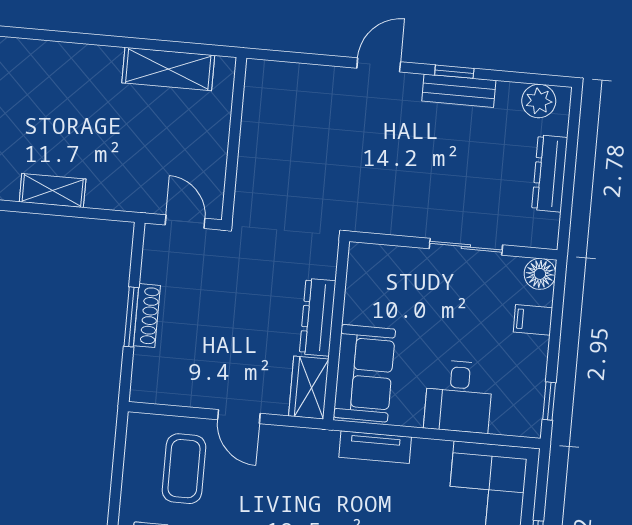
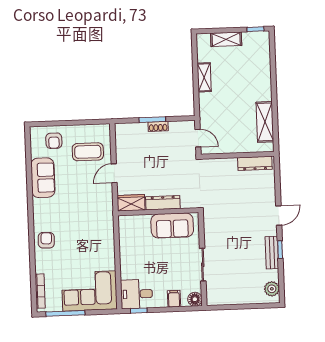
door: (379, 65) -> (279, 216), hinge flipped
dresser: (550, 173) -> (255, 163), moved, turned 180
door: (185, 222) -> (198, 138), hinge flipped
shoe rack: (147, 316) -> (158, 126), width x0.70
sofa: (364, 373) -> (172, 226), moved
desk: (459, 396) -> (137, 294), moved
tv unit: (375, 447) -> (108, 236), removed

